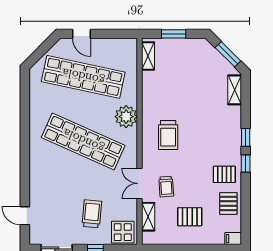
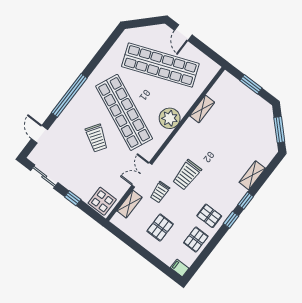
shelving: (148, 56) -> (202, 109), moved
shop shelf: (83, 77) -> (160, 65), turned -33
shelving: (235, 90) -> (252, 175), moved
trolley: (168, 135) -> (187, 175), moved
window: (25, 163) -> (69, 95), added
trolley: (92, 214) -> (97, 138), moved, turned 119
pallet: (190, 217) -> (160, 228), turned 90

